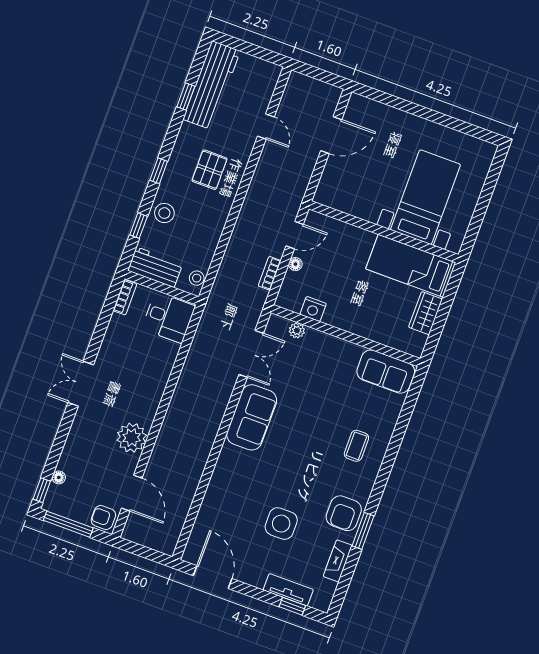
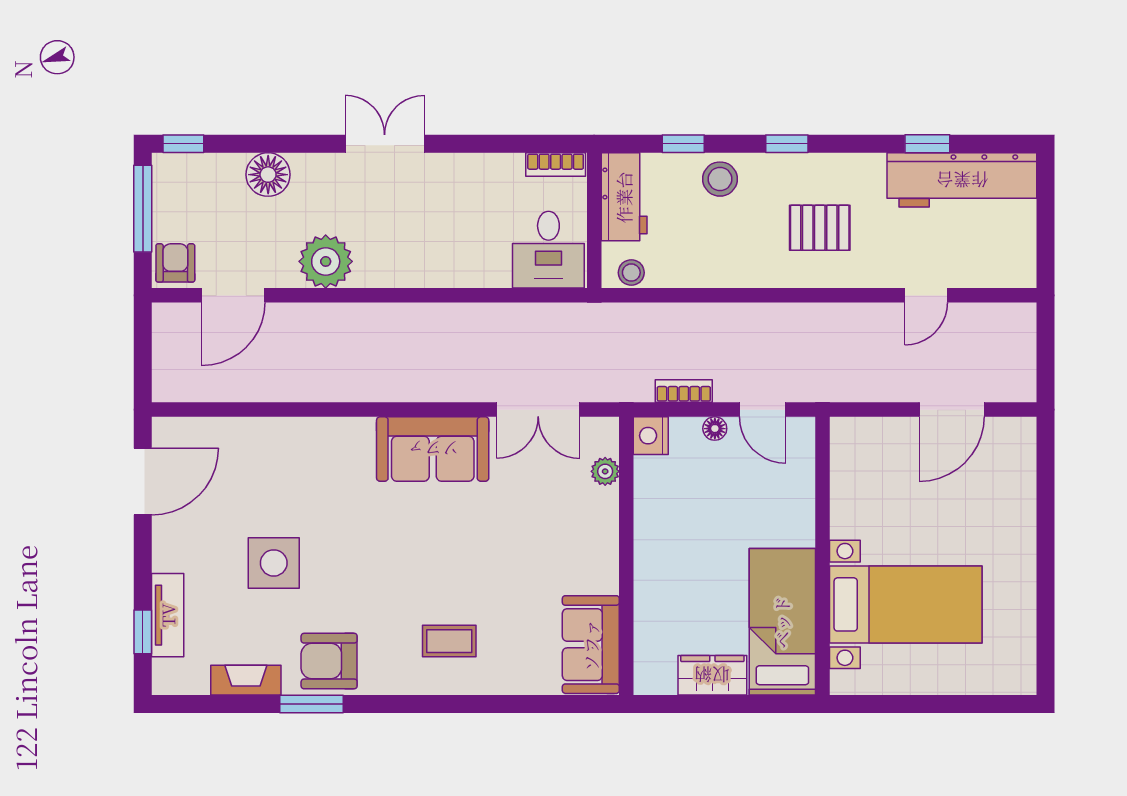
door: (331, 135) -> (952, 410), hinge flipped
nightstand: (313, 309) -> (651, 436), moved
floor lamp: (59, 477) -> (268, 175), moved, width x1.89, depth x1.89

